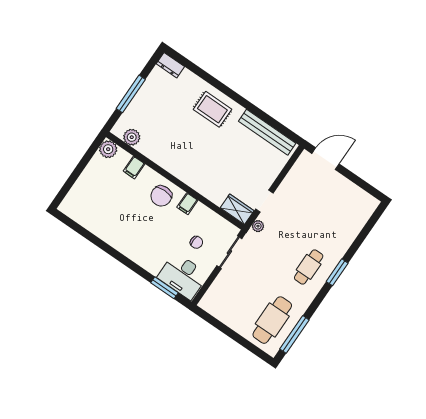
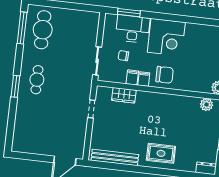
filing cabinet: (134, 167) -> (132, 77), moved
chair: (161, 196) -> (165, 75), turned 90
wardrobe: (237, 209) -> (124, 95), moved
plant: (258, 226) -> (87, 89), removed
corner desk: (137, 238) -> (166, 37), added
desk: (183, 276) -> (133, 29), moved

